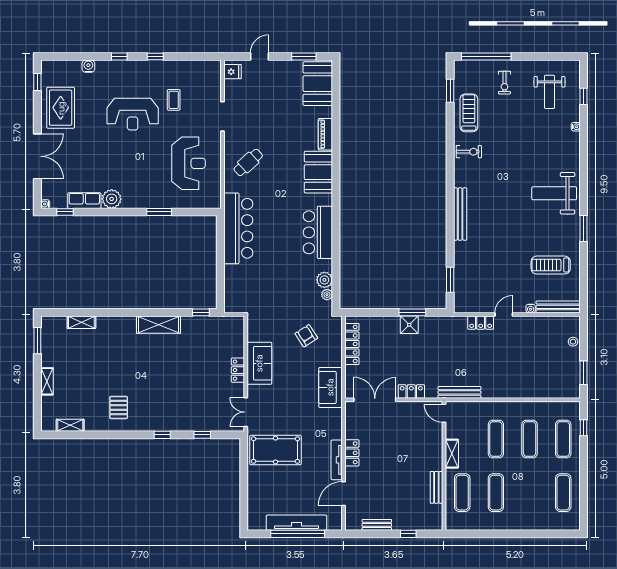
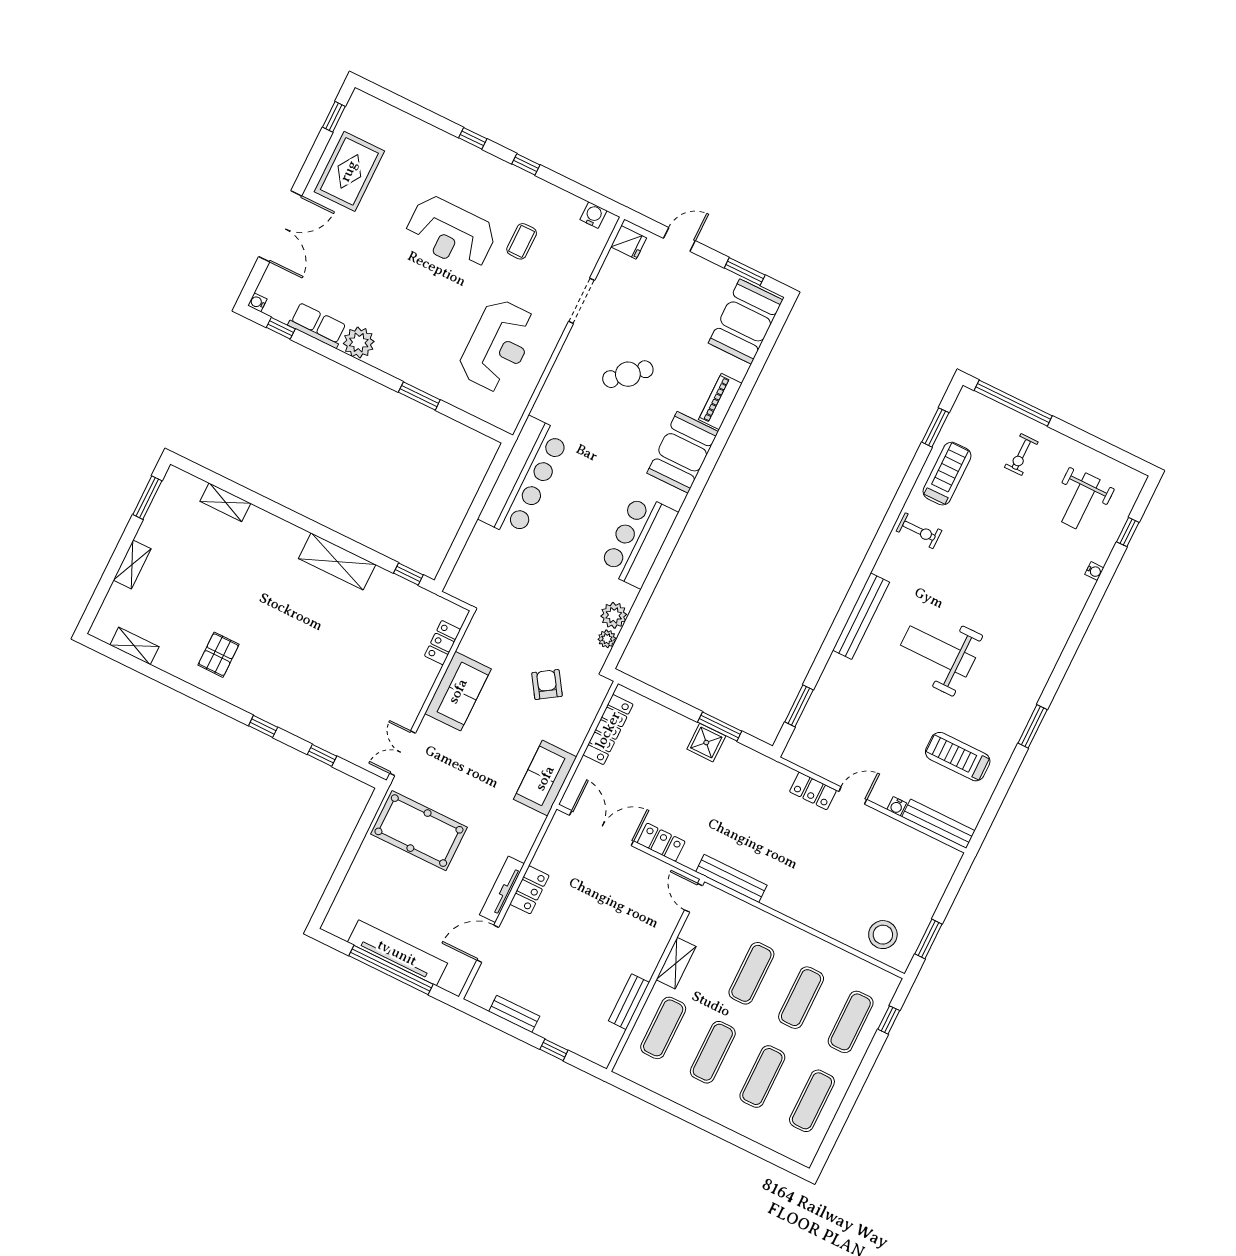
water cooler: (88, 66) -> (593, 215), moved
cafe table: (248, 162) -> (628, 374), moved
weight bench: (554, 193) -> (938, 651), moved
stool: (573, 342) -> (883, 935), moved, width x1.89, depth x1.89
locker: (238, 370) -> (442, 643), moved
exercise mat: (530, 493) -> (762, 1077), added

